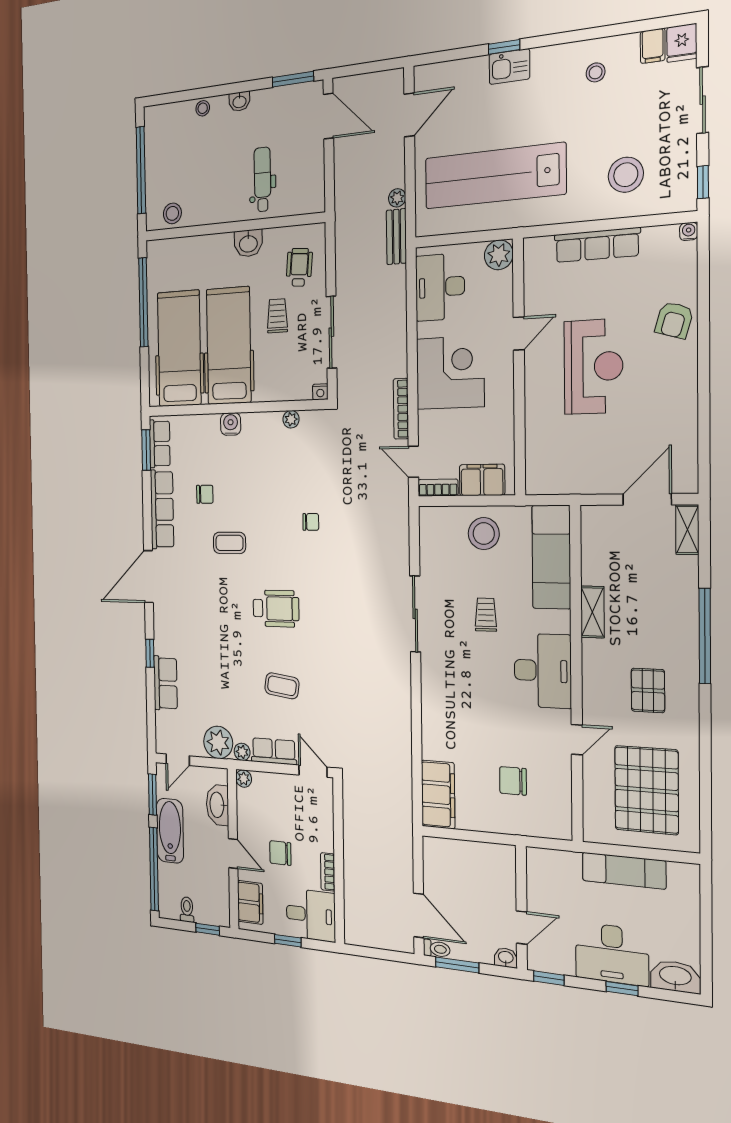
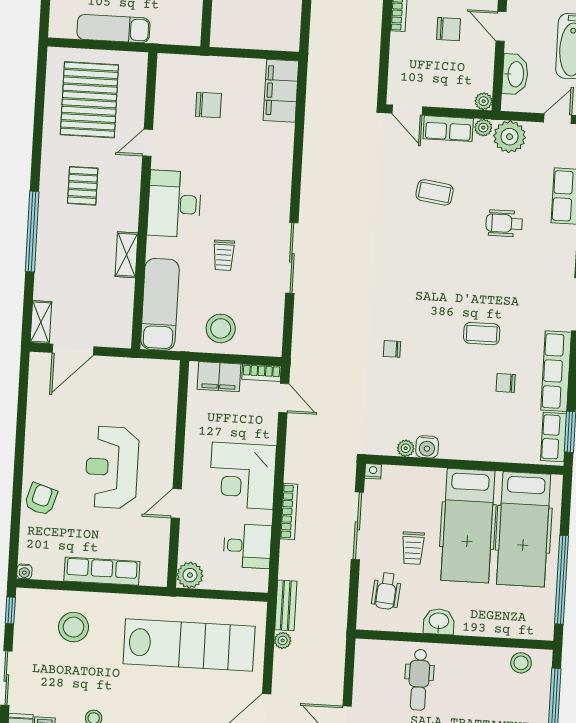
desk: (440, 287) -> (247, 546), width x0.73
bookcase: (401, 409) -> (289, 511), moved
water cooler: (231, 424) -> (427, 447), moved
wheelchair: (276, 609) -> (504, 223), moved, width x0.73, depth x0.73

